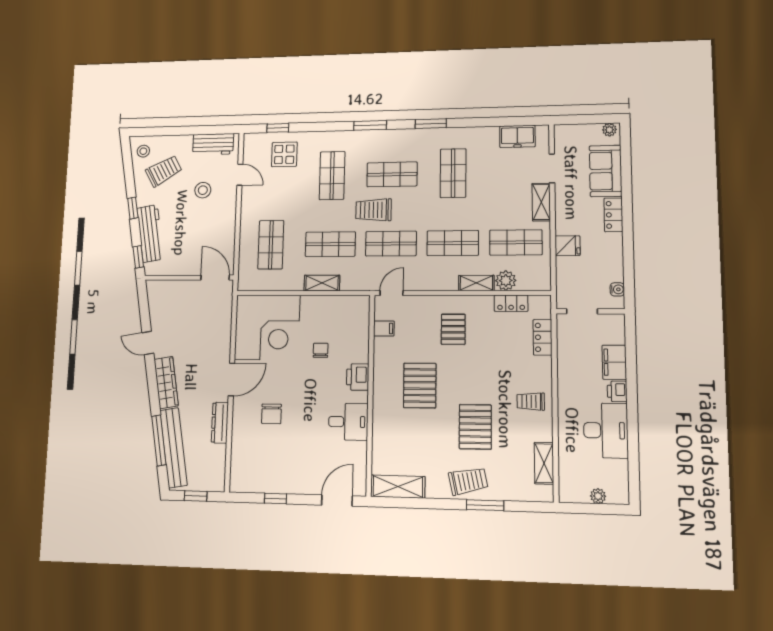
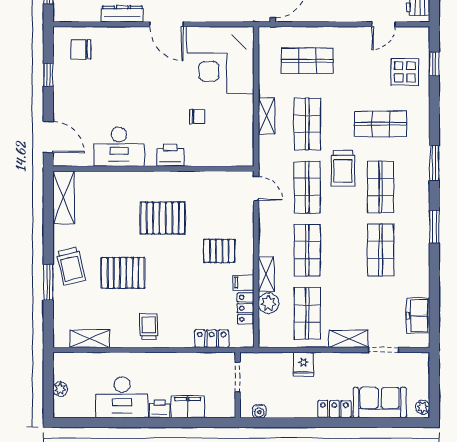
shop shelf: (453, 173) -> (381, 250), turned 90
trolley: (373, 210) -> (343, 168), turned 180
filing cabinet: (384, 328) -> (243, 283), moved, turned 90
chair: (271, 414) -> (81, 49), moved
desk: (348, 422) -> (119, 147), width x1.37

